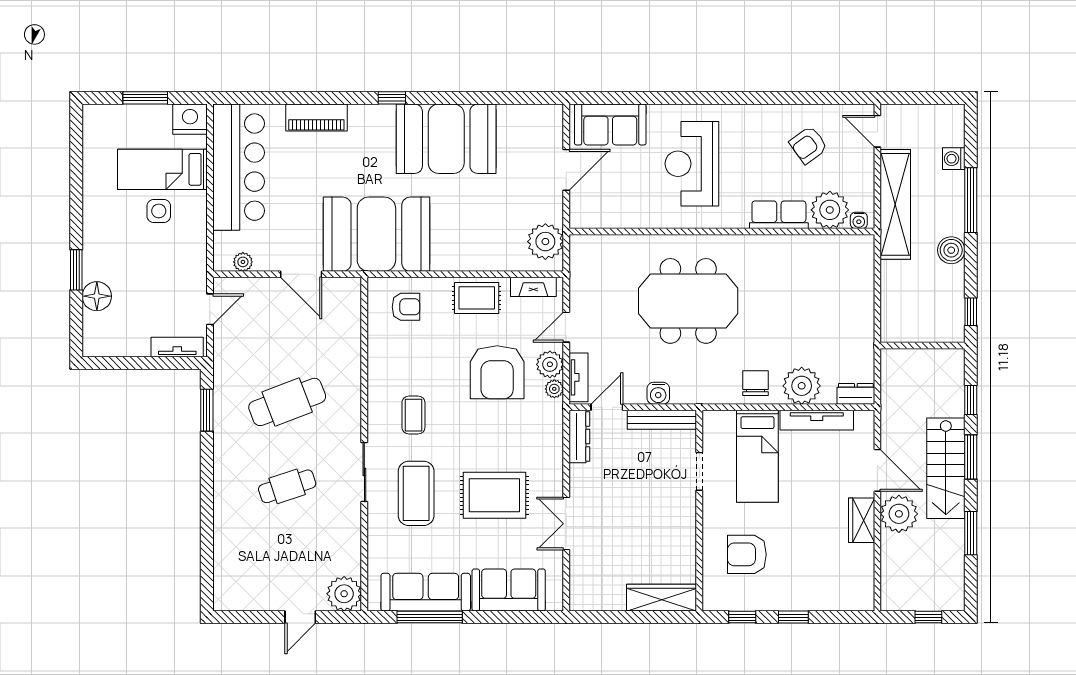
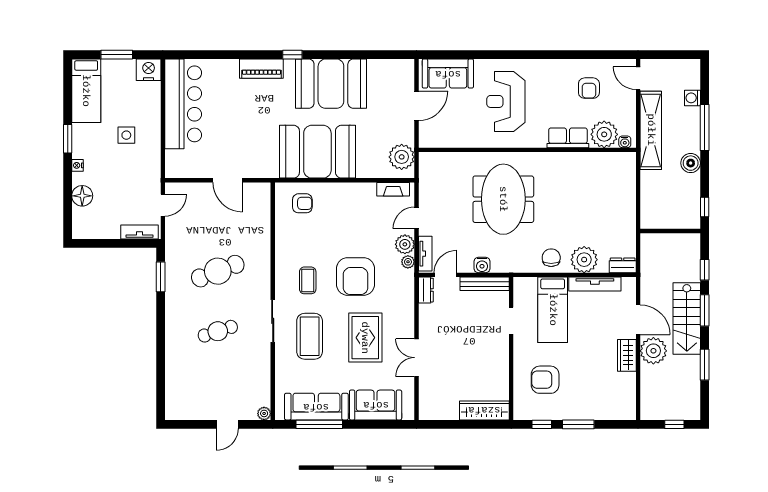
piano: (316, 117) -> (261, 69), moved
armchair: (808, 145) -> (589, 88), turned -54
bed: (162, 169) -> (86, 91), moved, turned -90
booth: (376, 234) -> (317, 152), moved
nightstand: (90, 253) -> (78, 165), added
plant: (243, 262) -> (186, 171), removed
window: (76, 270) -> (68, 139), moved
rug: (477, 298) -> (353, 197), removed
meeting table: (688, 301) -> (503, 199), turned 90
armchair: (497, 372) -> (356, 276), moved
dresser: (579, 437) -> (426, 290), width x0.70
rug: (494, 495) -> (365, 338), turned 90
plant: (344, 594) -> (264, 413), width x0.53, depth x0.53
window: (793, 617) -> (578, 424), width x1.50

